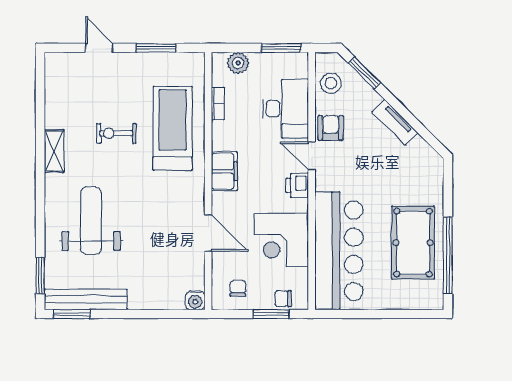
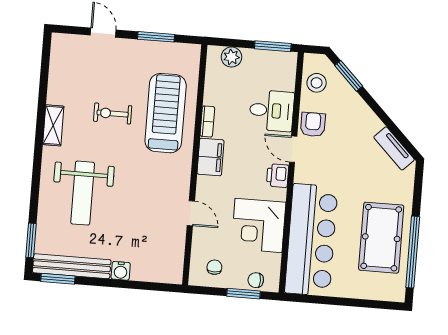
bookcase: (218, 103) -> (207, 121), moved
desk: (285, 109) -> (272, 111), width x0.73
tv unit: (395, 122) -> (394, 148), moved
weight bench: (91, 221) -> (83, 193), turned 180
door: (208, 233) -> (191, 213), width x0.73
water cooler: (195, 300) -> (121, 271), moved

